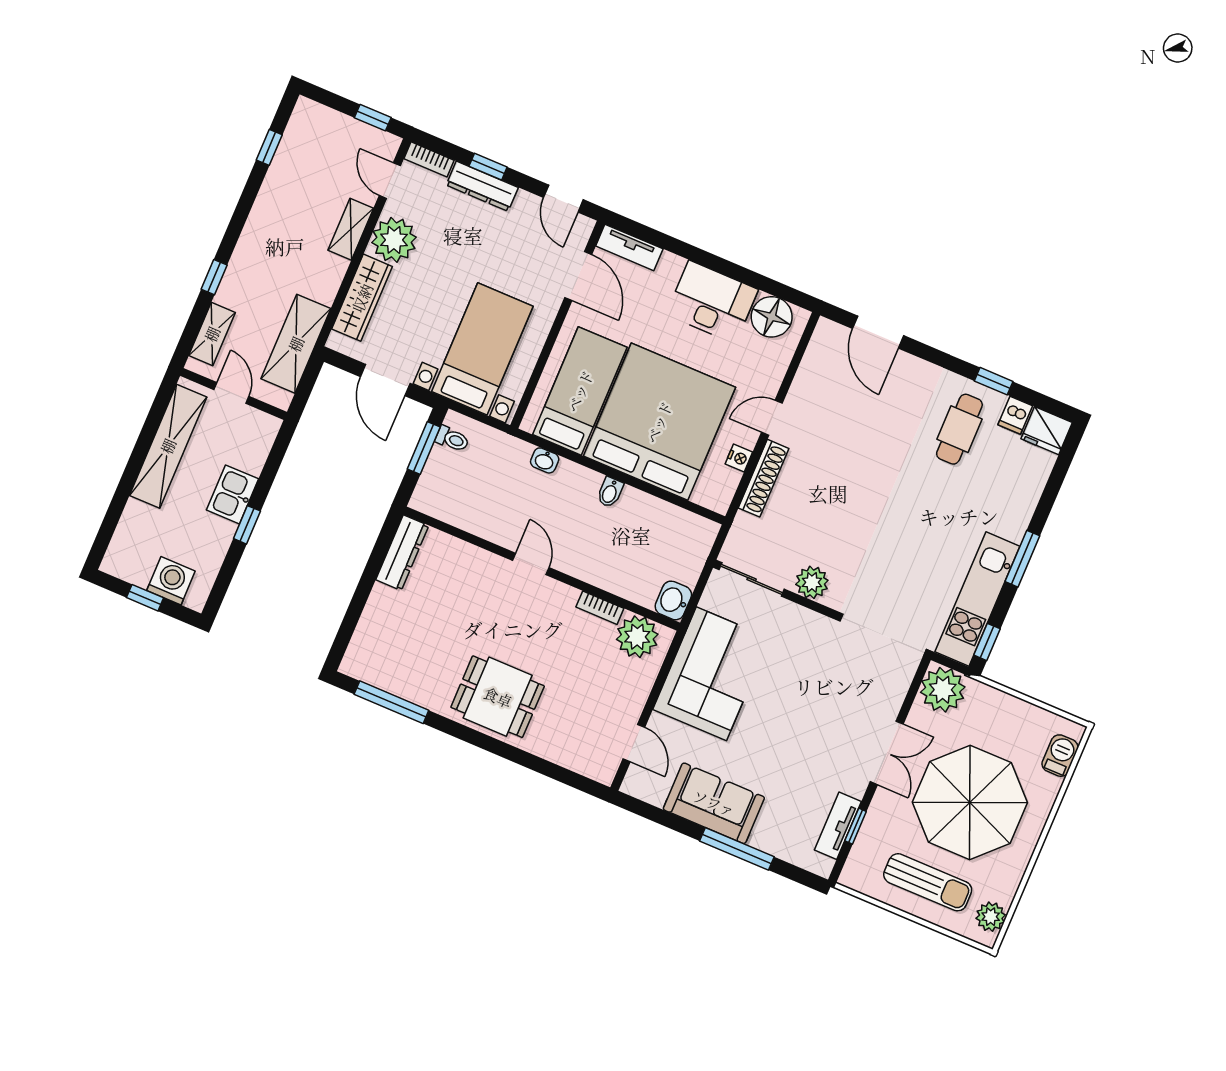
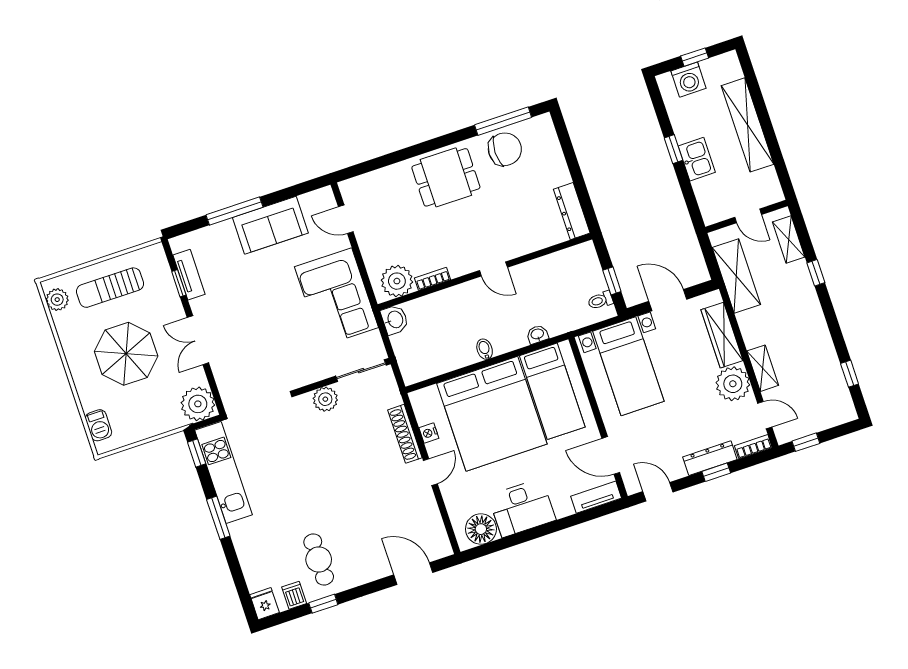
fridge: (1047, 431) -> (265, 604), width x0.72
shelving: (168, 446) -> (748, 125), moved
window: (424, 448) -> (612, 281), width x0.67
chair: (414, 673) -> (505, 149), added
parasol: (970, 802) -> (126, 354), width x0.73, depth x0.73

